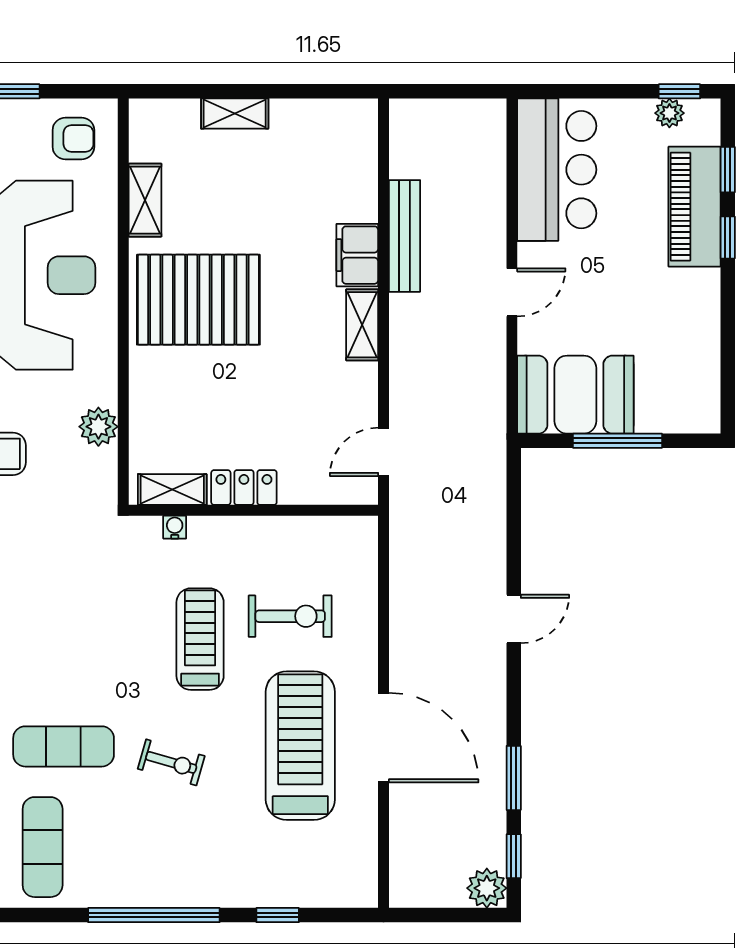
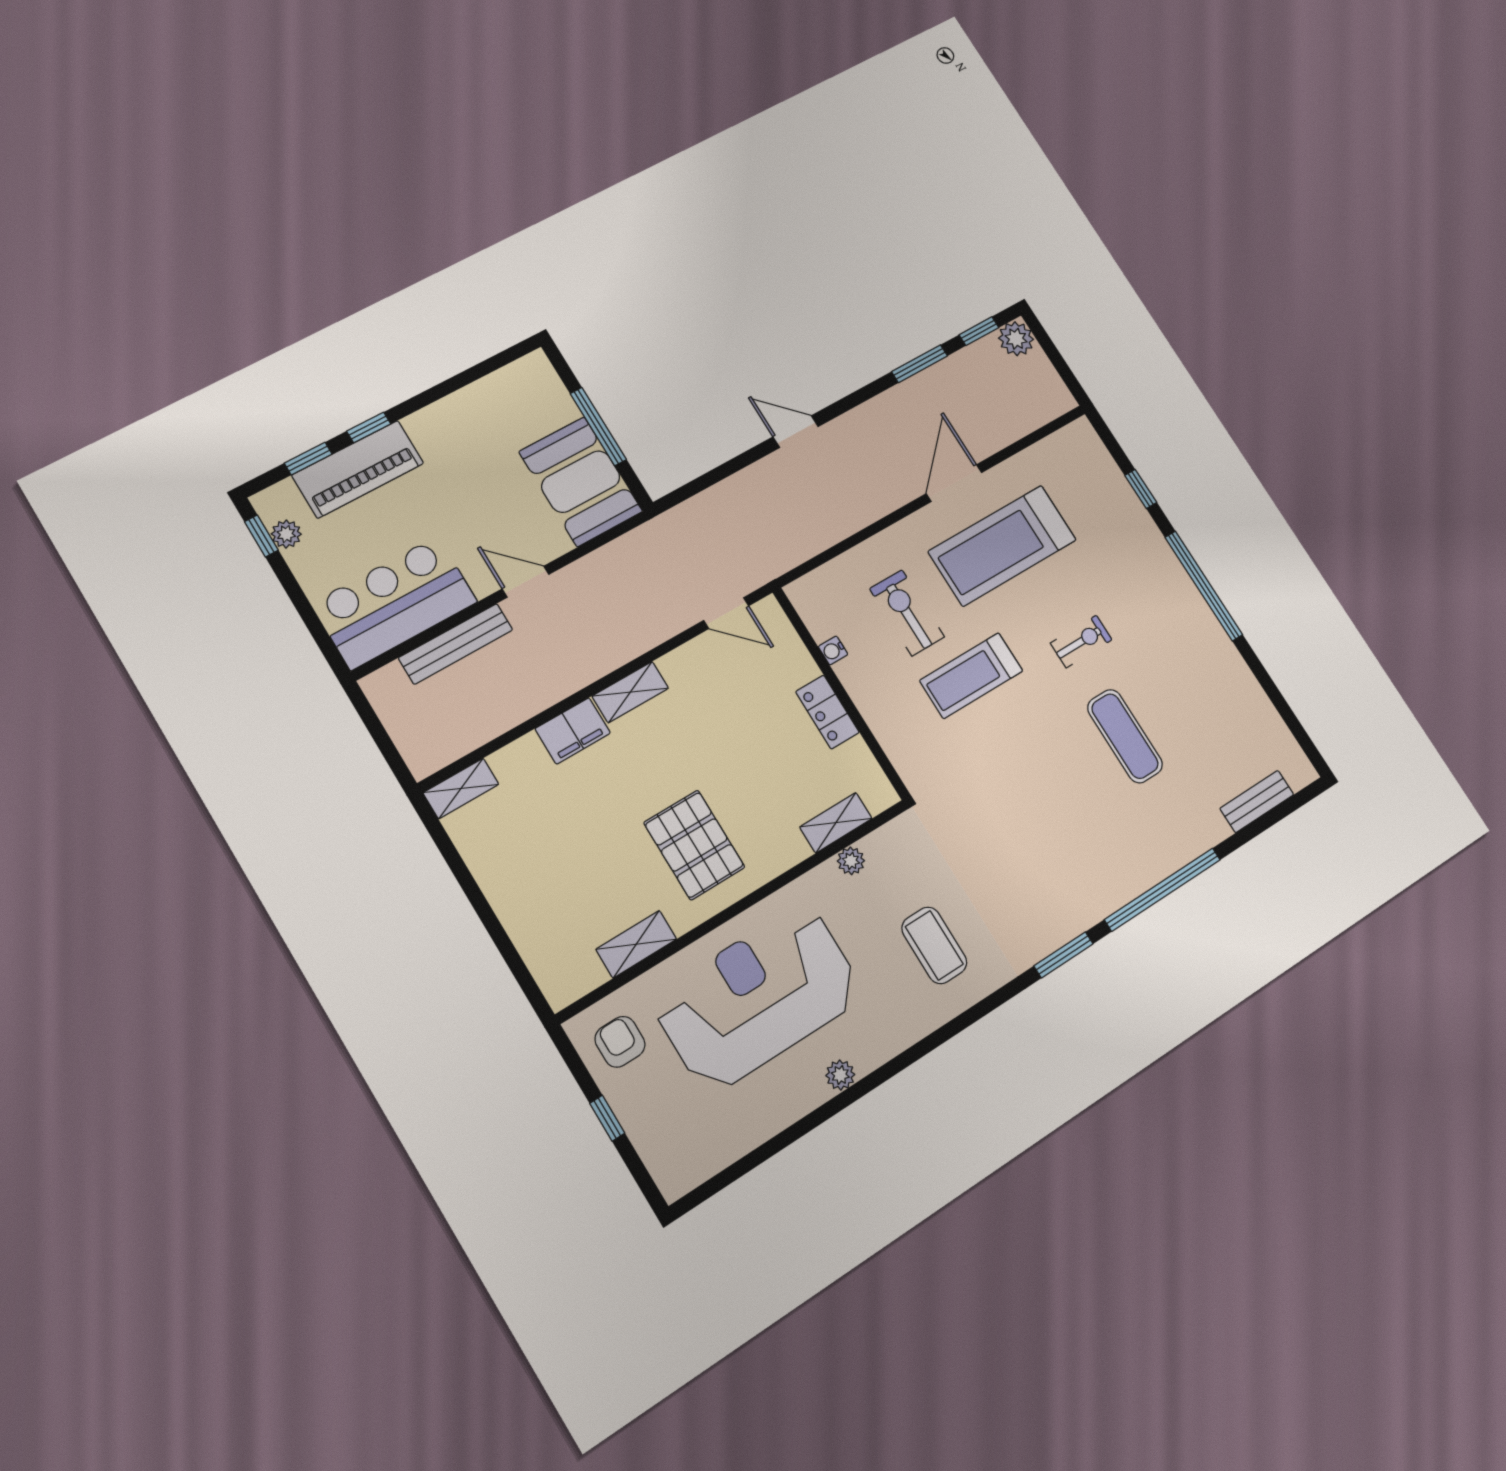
shelving: (235, 114) -> (461, 788), moved, turned 90
bench: (405, 236) -> (456, 644), moved
pallet: (198, 300) -> (694, 845), width x0.73, depth x0.71
plant: (98, 427) -> (851, 861), width x0.73, depth x0.73
shelving: (172, 490) -> (836, 823), moved, turned 90
water cooler: (175, 527) -> (833, 650), moved
door: (384, 738) -> (954, 483), width x0.73
exercise bike: (171, 762) -> (1081, 641), turned 74
exercise mat: (43, 847) -> (1211, 706), removed

